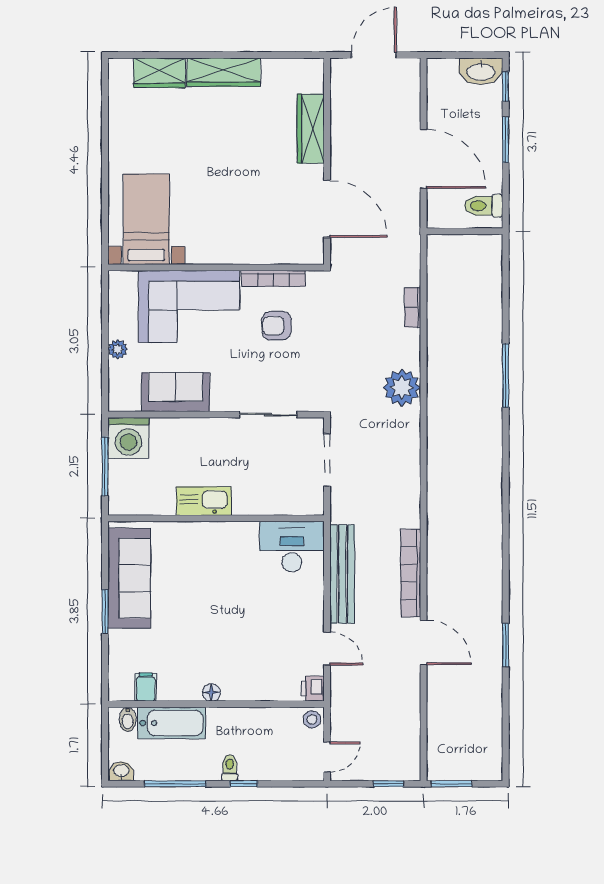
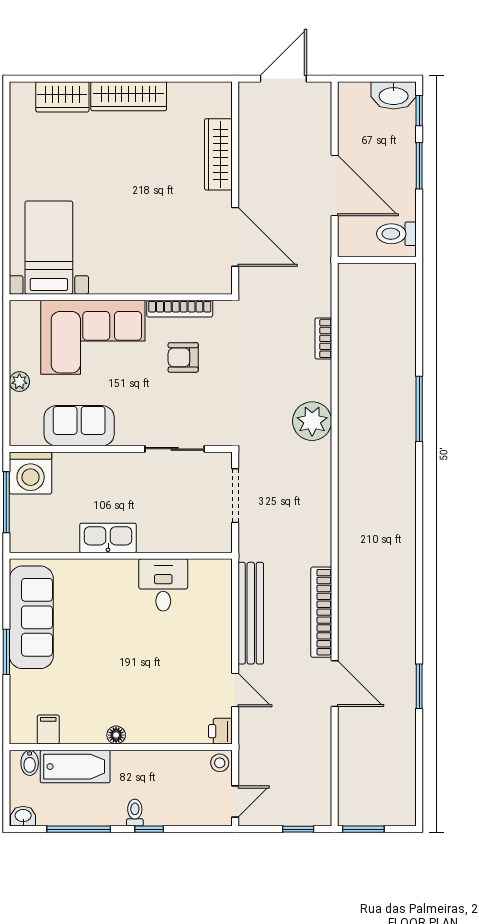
desk: (292, 547) -> (163, 585), moved, width x0.73

